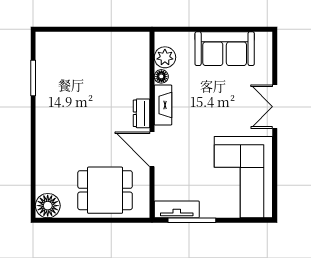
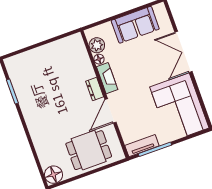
double door: (275, 107) -> (183, 52), width x1.37
door: (152, 149) -> (111, 111), hinge flipped

